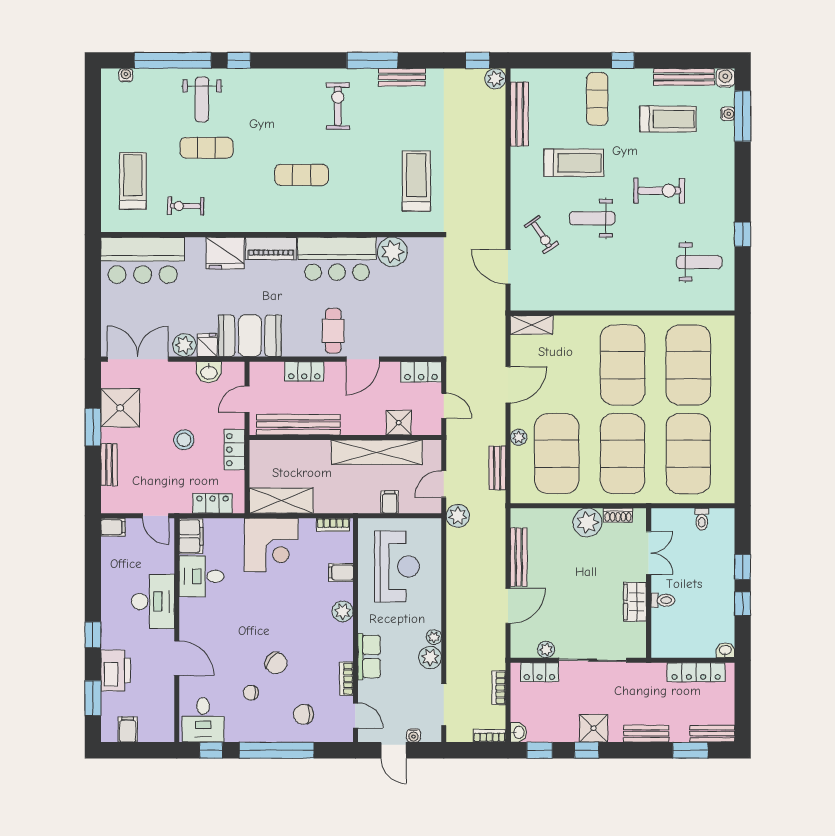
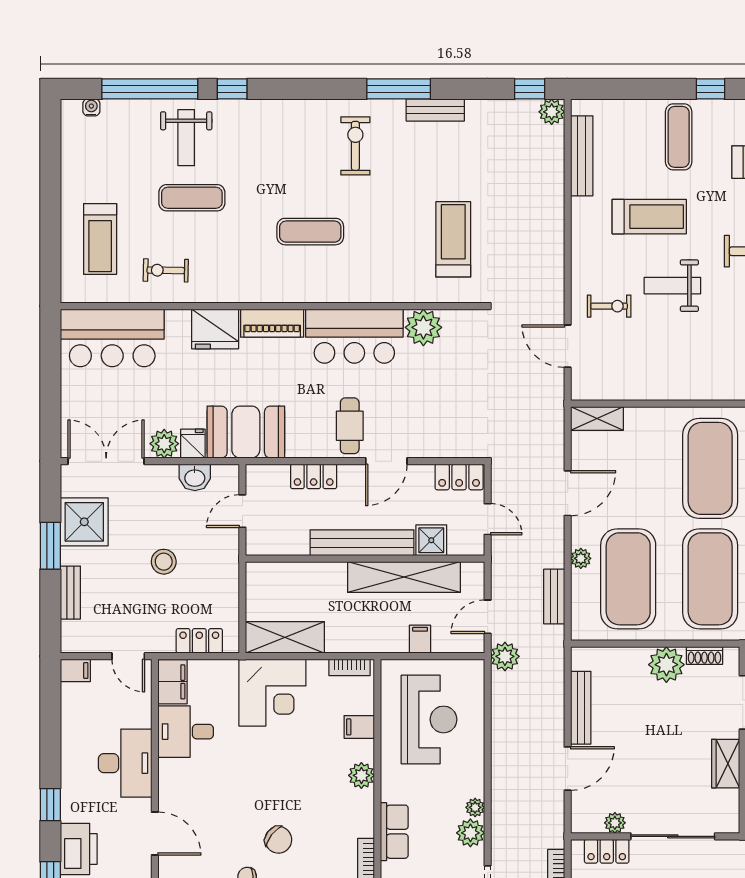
treadmill: (133, 181) -> (100, 239), turned 180
exercise bike: (541, 235) -> (609, 306), turned -55
bench: (298, 425) -> (362, 543), moved
locker: (234, 450) -> (227, 574), removed

